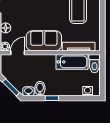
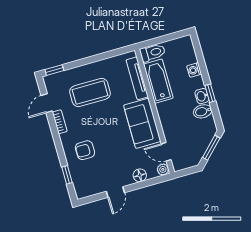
washbasin: (28, 91) -> (202, 96), moved
washing machine: (88, 91) -> (194, 70), moved

